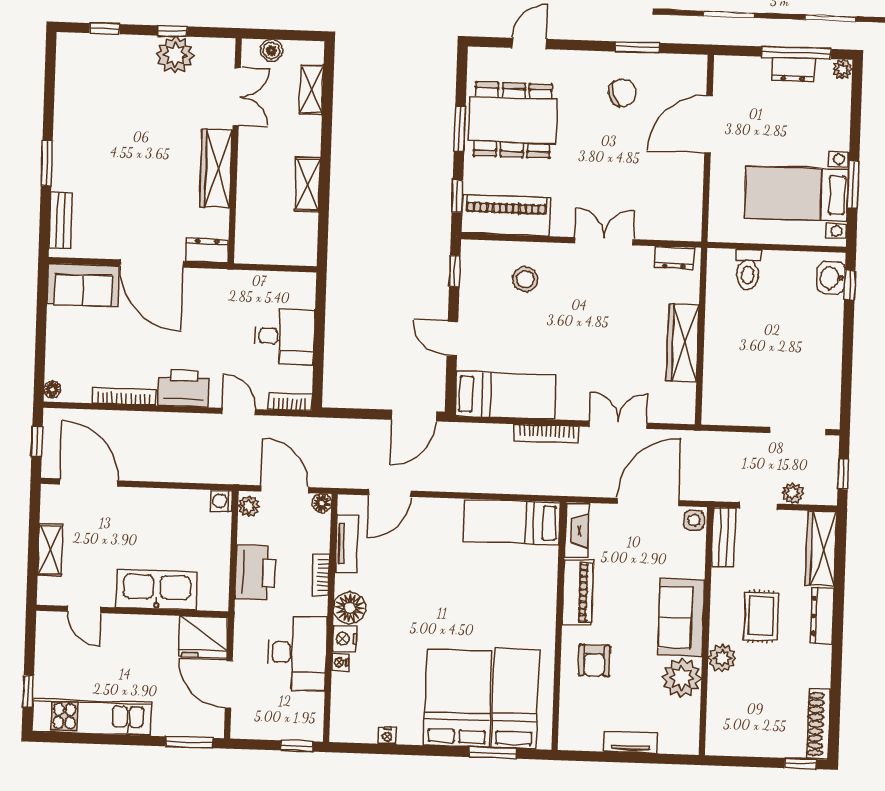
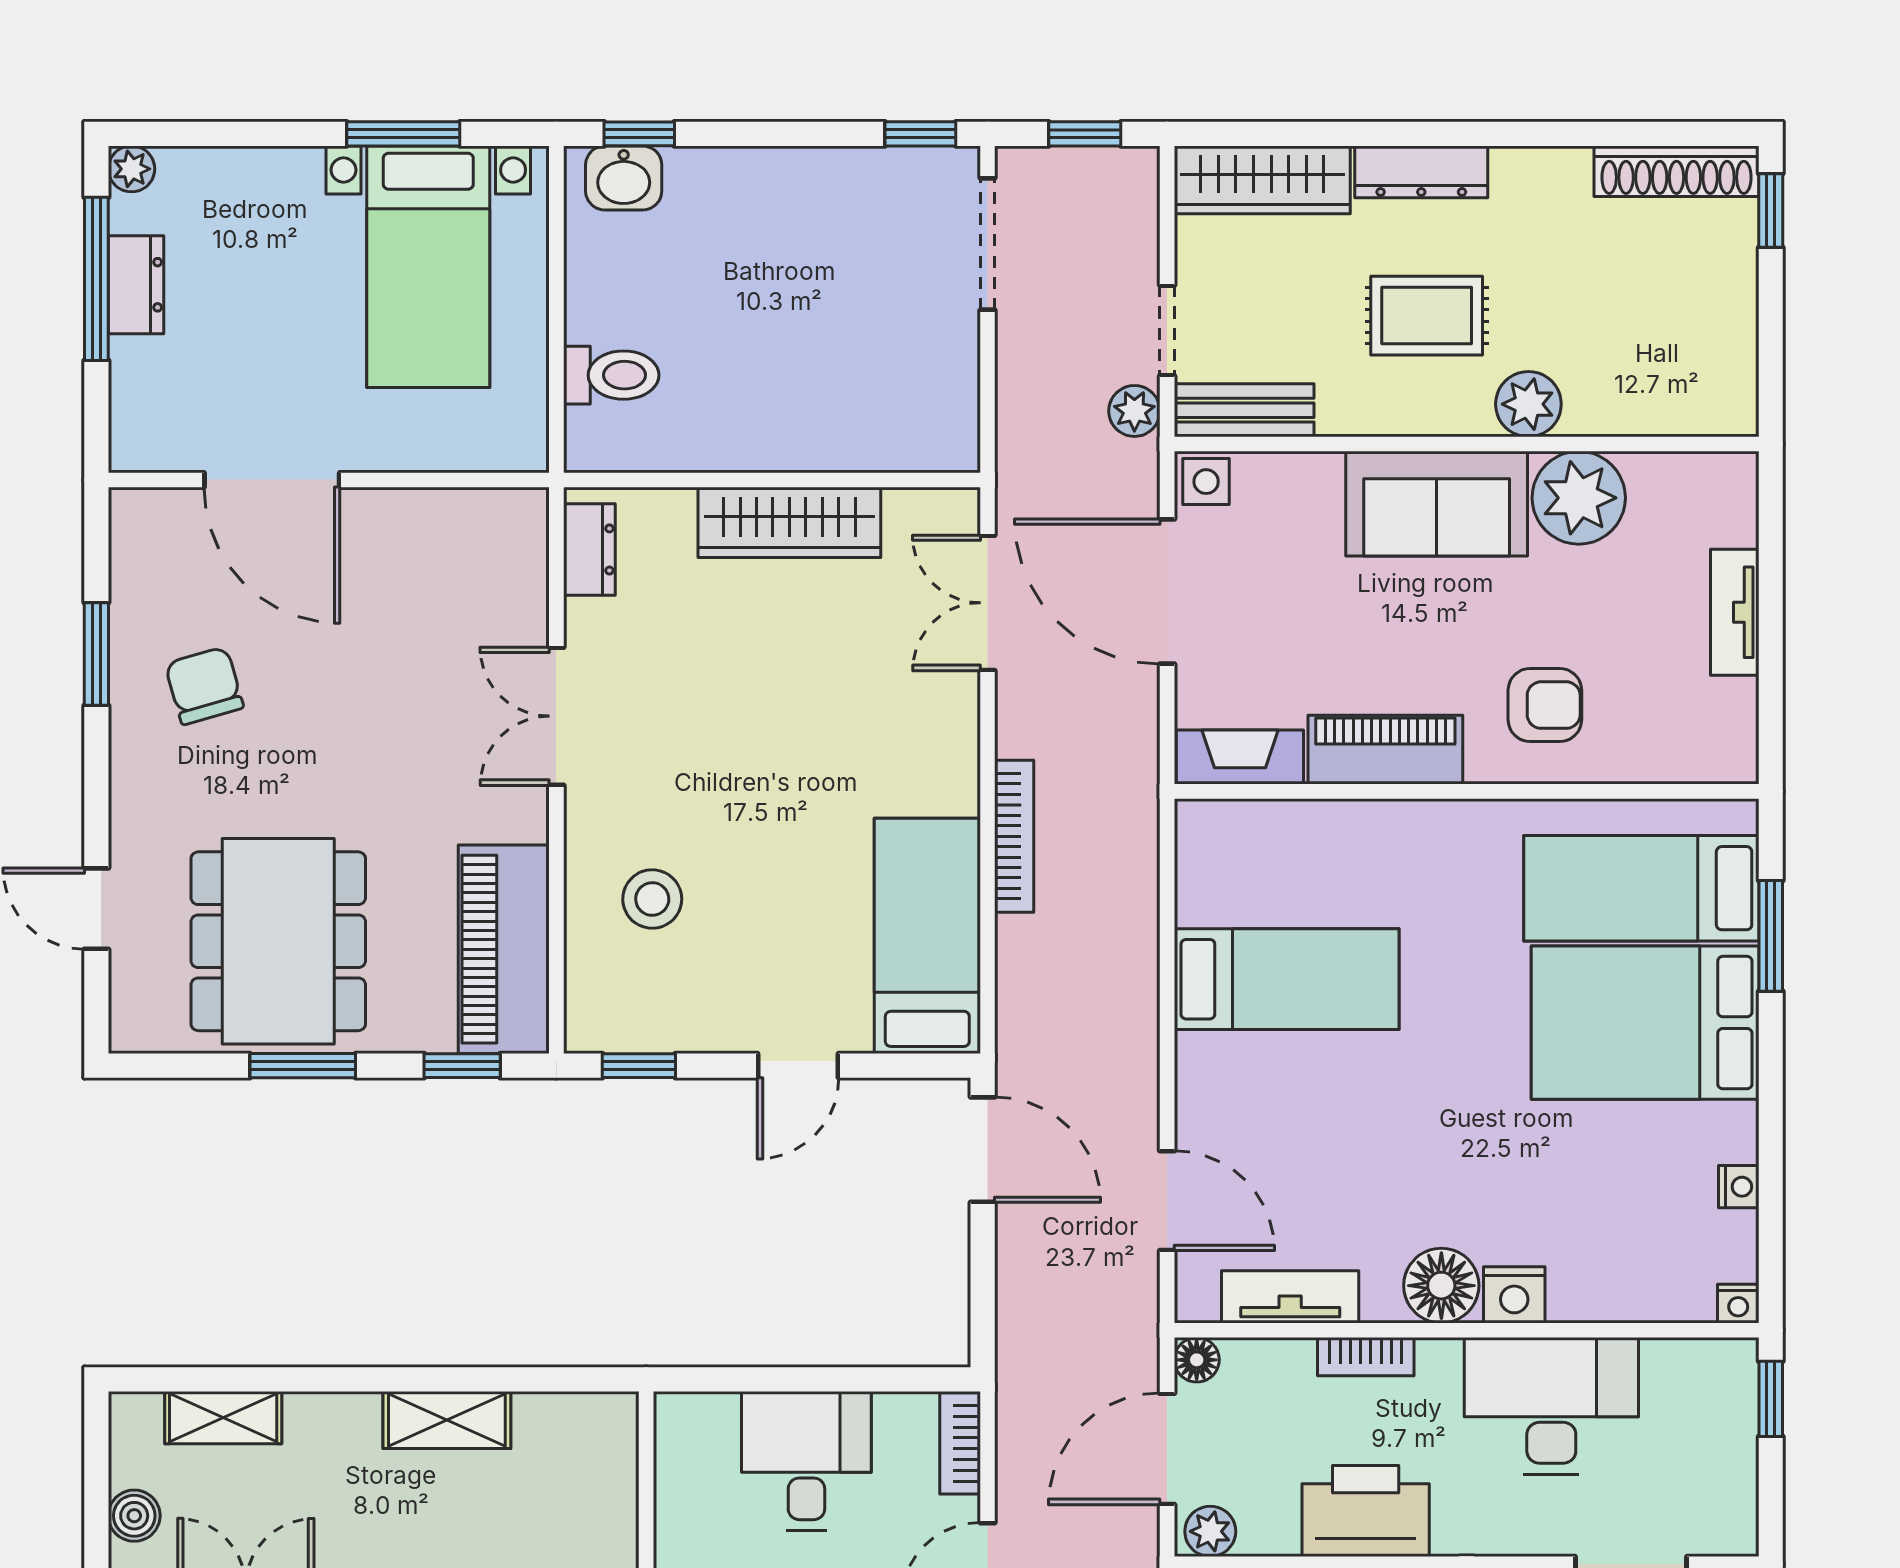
window: (846, 404) -> (920, 134), added
double door: (618, 425) -> (988, 603), moved
plant: (793, 493) -> (1134, 411), moved
bed: (512, 522) -> (1287, 979), moved, turned -90
nightstand: (340, 662) -> (1738, 1304), moved

